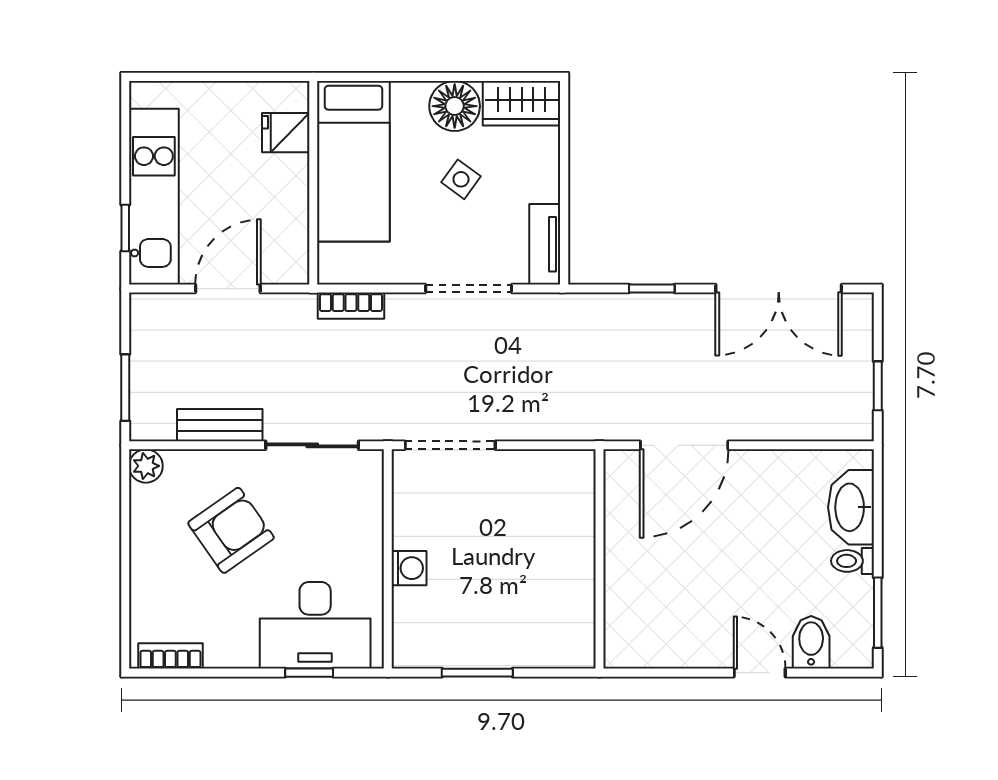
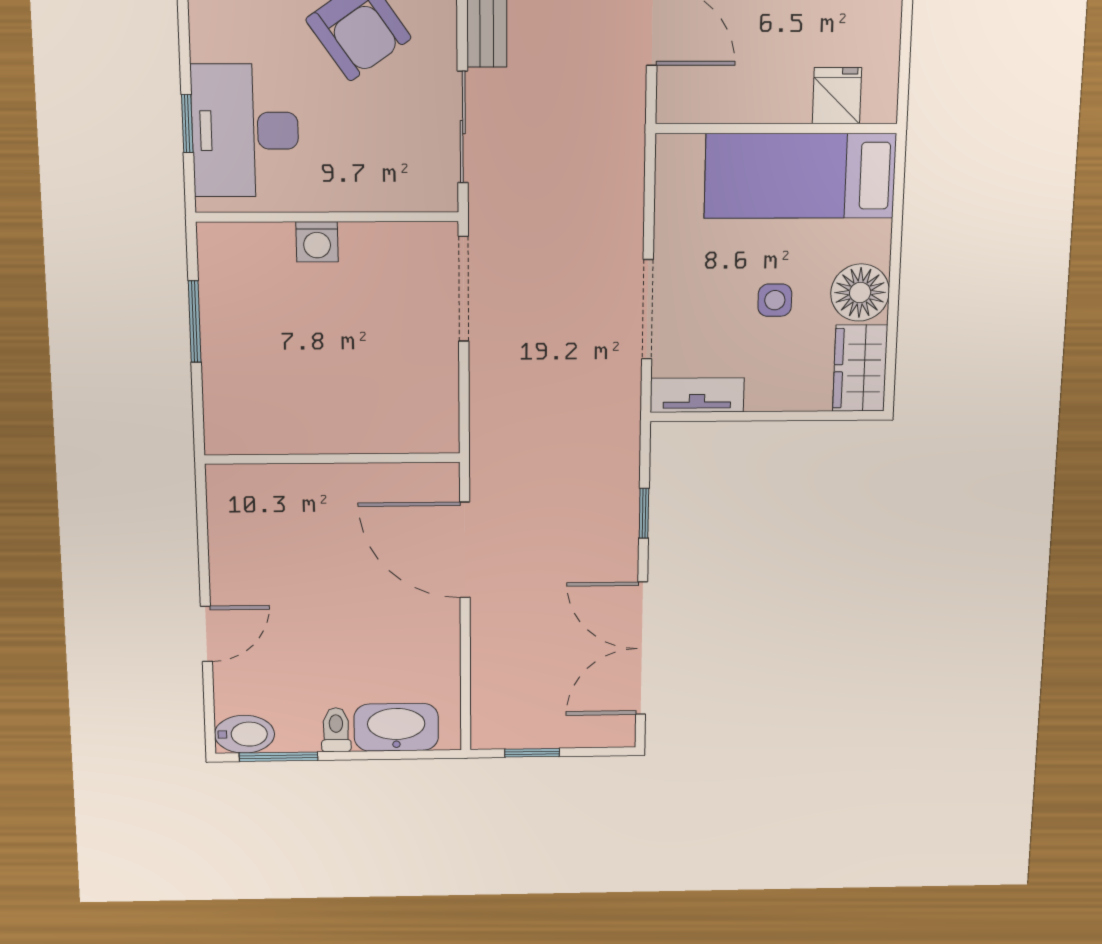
side table: (461, 179) -> (775, 300), turned -36
bookcase: (351, 306) -> (629, 173), removed
bidet: (811, 642) -> (244, 734), moved

